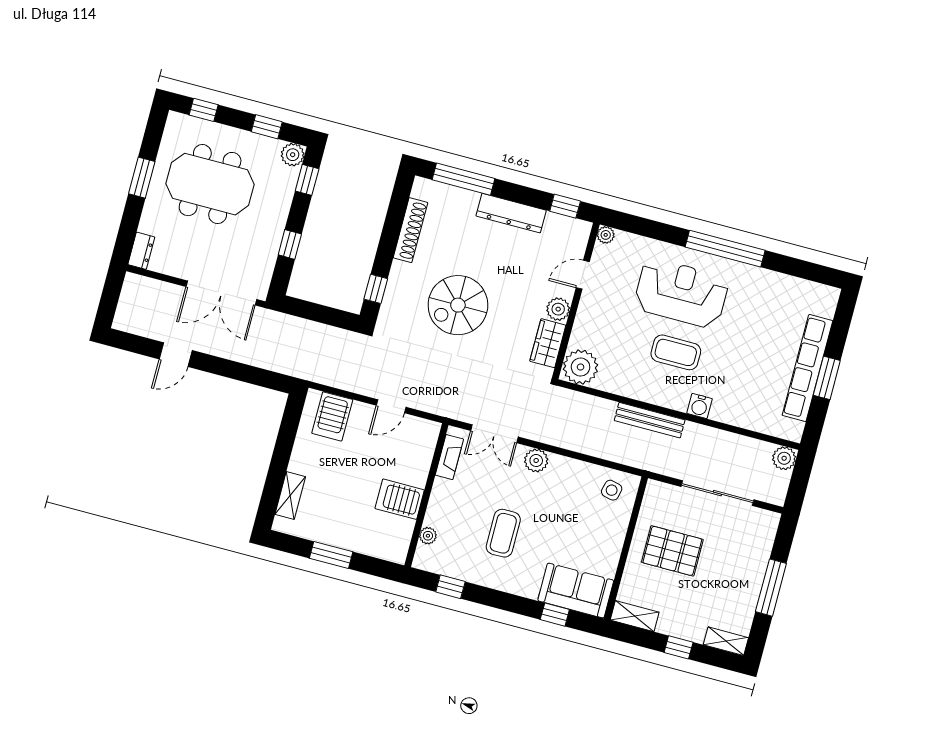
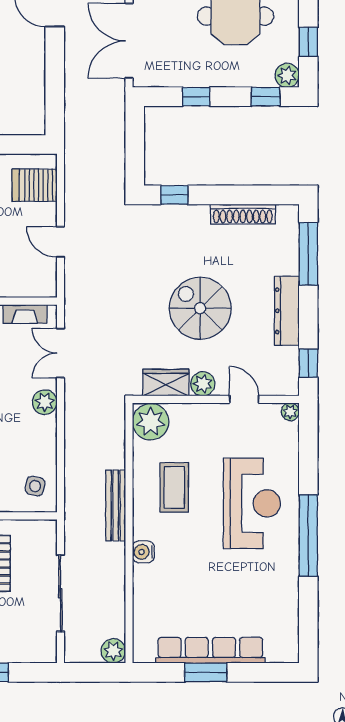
spiral stairs: (458, 305) -> (200, 308), moved
coffee table: (676, 352) -> (174, 487), moved

